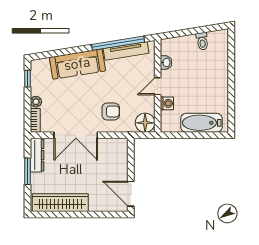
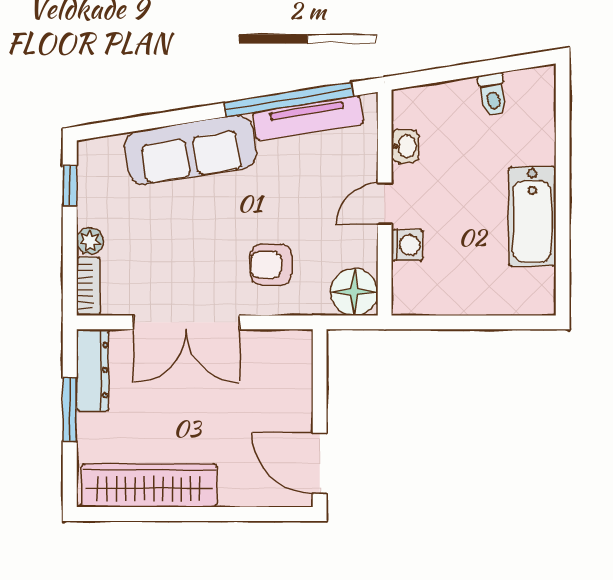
armchair: (111, 111) -> (271, 265), turned 180
bathtub: (201, 123) -> (532, 216), moved, turned -90

